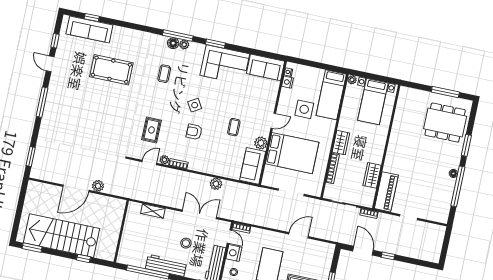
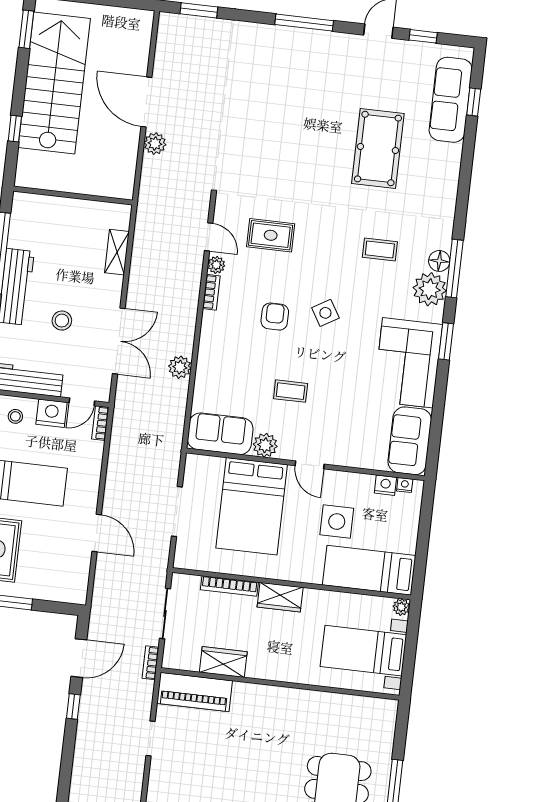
plant: (184, 45) -> (430, 289), width x1.88, depth x1.88

